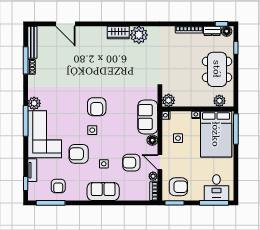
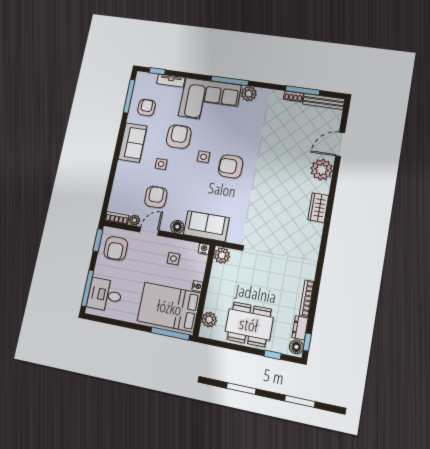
plant: (139, 35) -> (322, 170), moved
armchair: (58, 186) -> (146, 107), turned 90
sofa: (103, 192) -> (133, 143), moved

